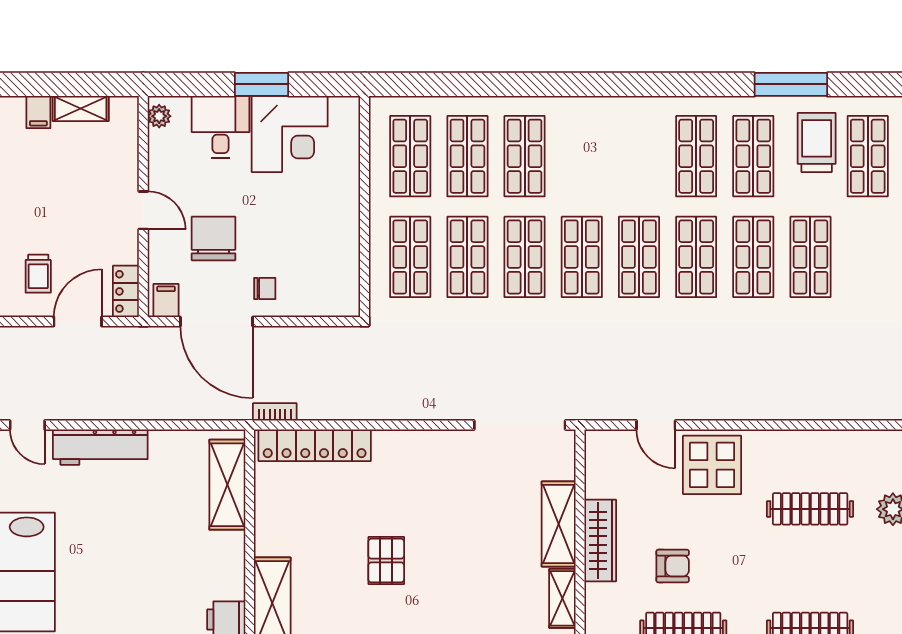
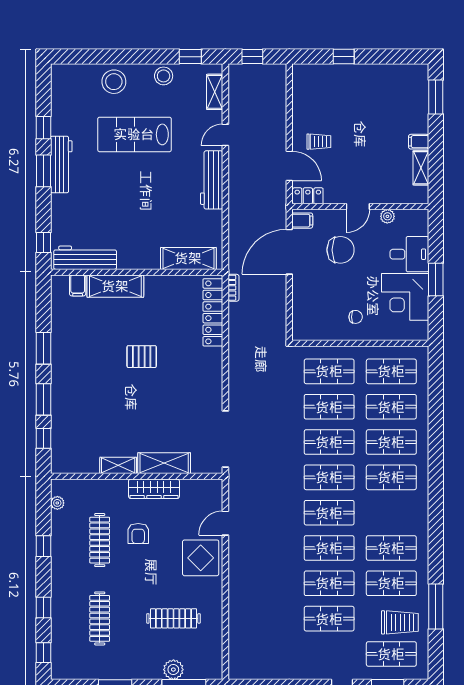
plant: (159, 116) -> (387, 216), moved
shop shelf: (582, 156) -> (391, 477), added
trolley: (38, 274) -> (319, 142), turned 180
chair: (265, 289) -> (356, 317), moved, turned -90
clothes rail: (810, 509) -> (173, 618), turned 90

